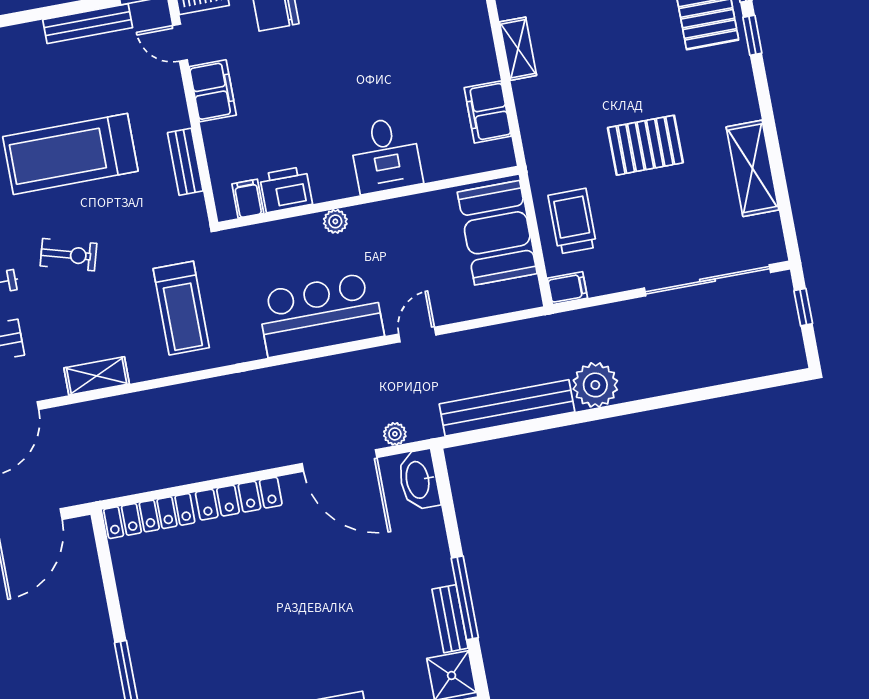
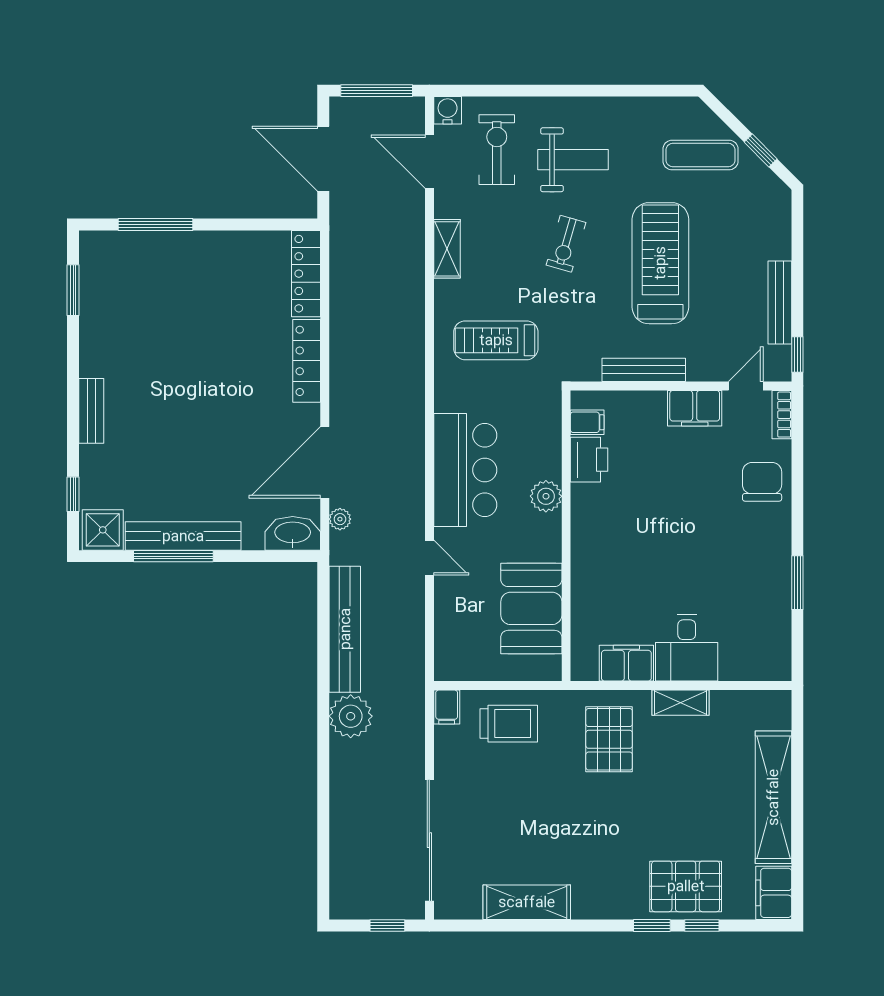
pallet: (645, 145) -> (609, 739), moved
desk: (386, 155) -> (687, 648), moved, turned -90
bench: (185, 162) -> (644, 370), width x1.36
plant: (335, 221) -> (546, 496), width x1.38, depth x1.38
booth: (497, 233) -> (531, 608), moved, turned 90
bench: (450, 619) -> (183, 536), width x1.86, depth x1.21

